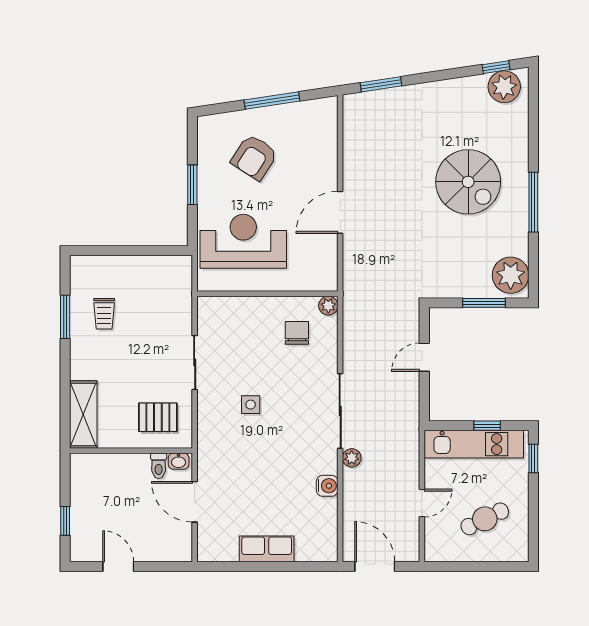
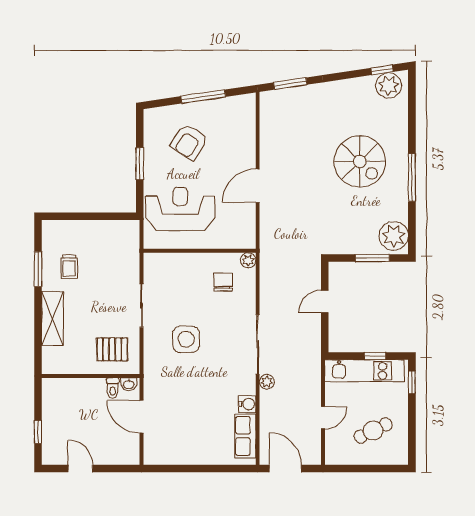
side table: (251, 405) -> (186, 339), width x1.87, depth x1.87
shelving: (83, 414) -> (53, 318), moved
row of seats: (267, 549) -> (245, 436), moved, turned -90

